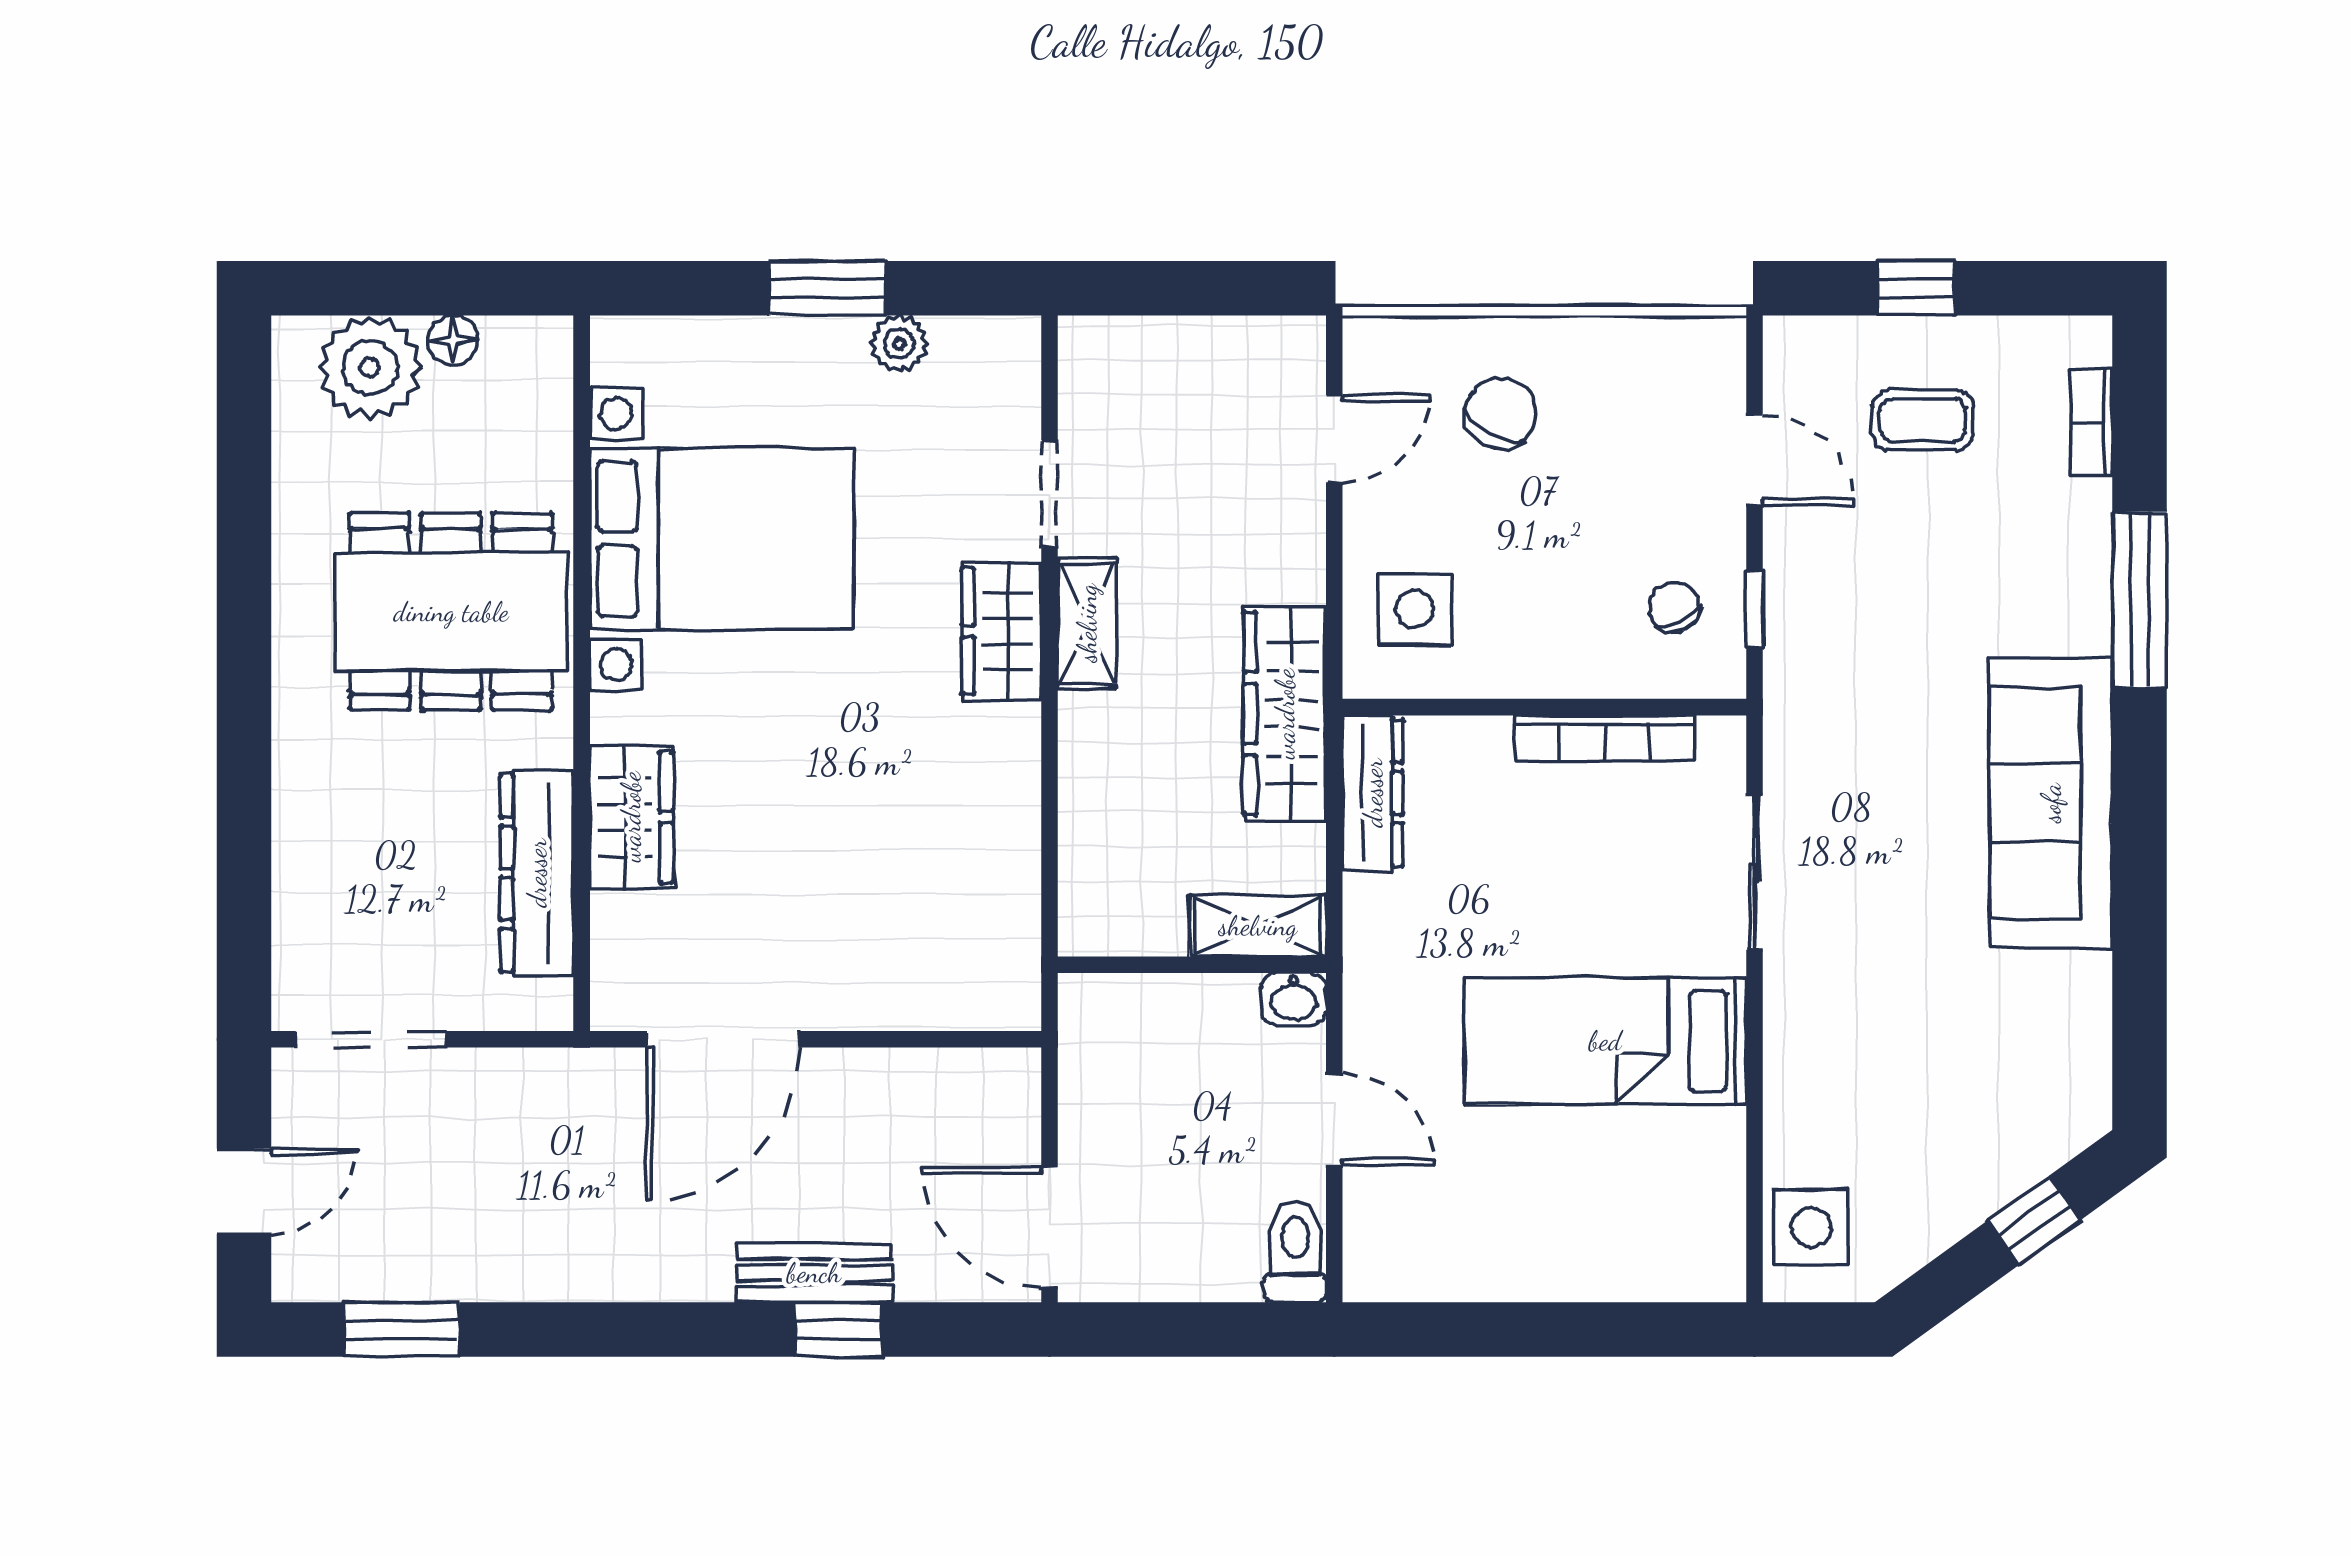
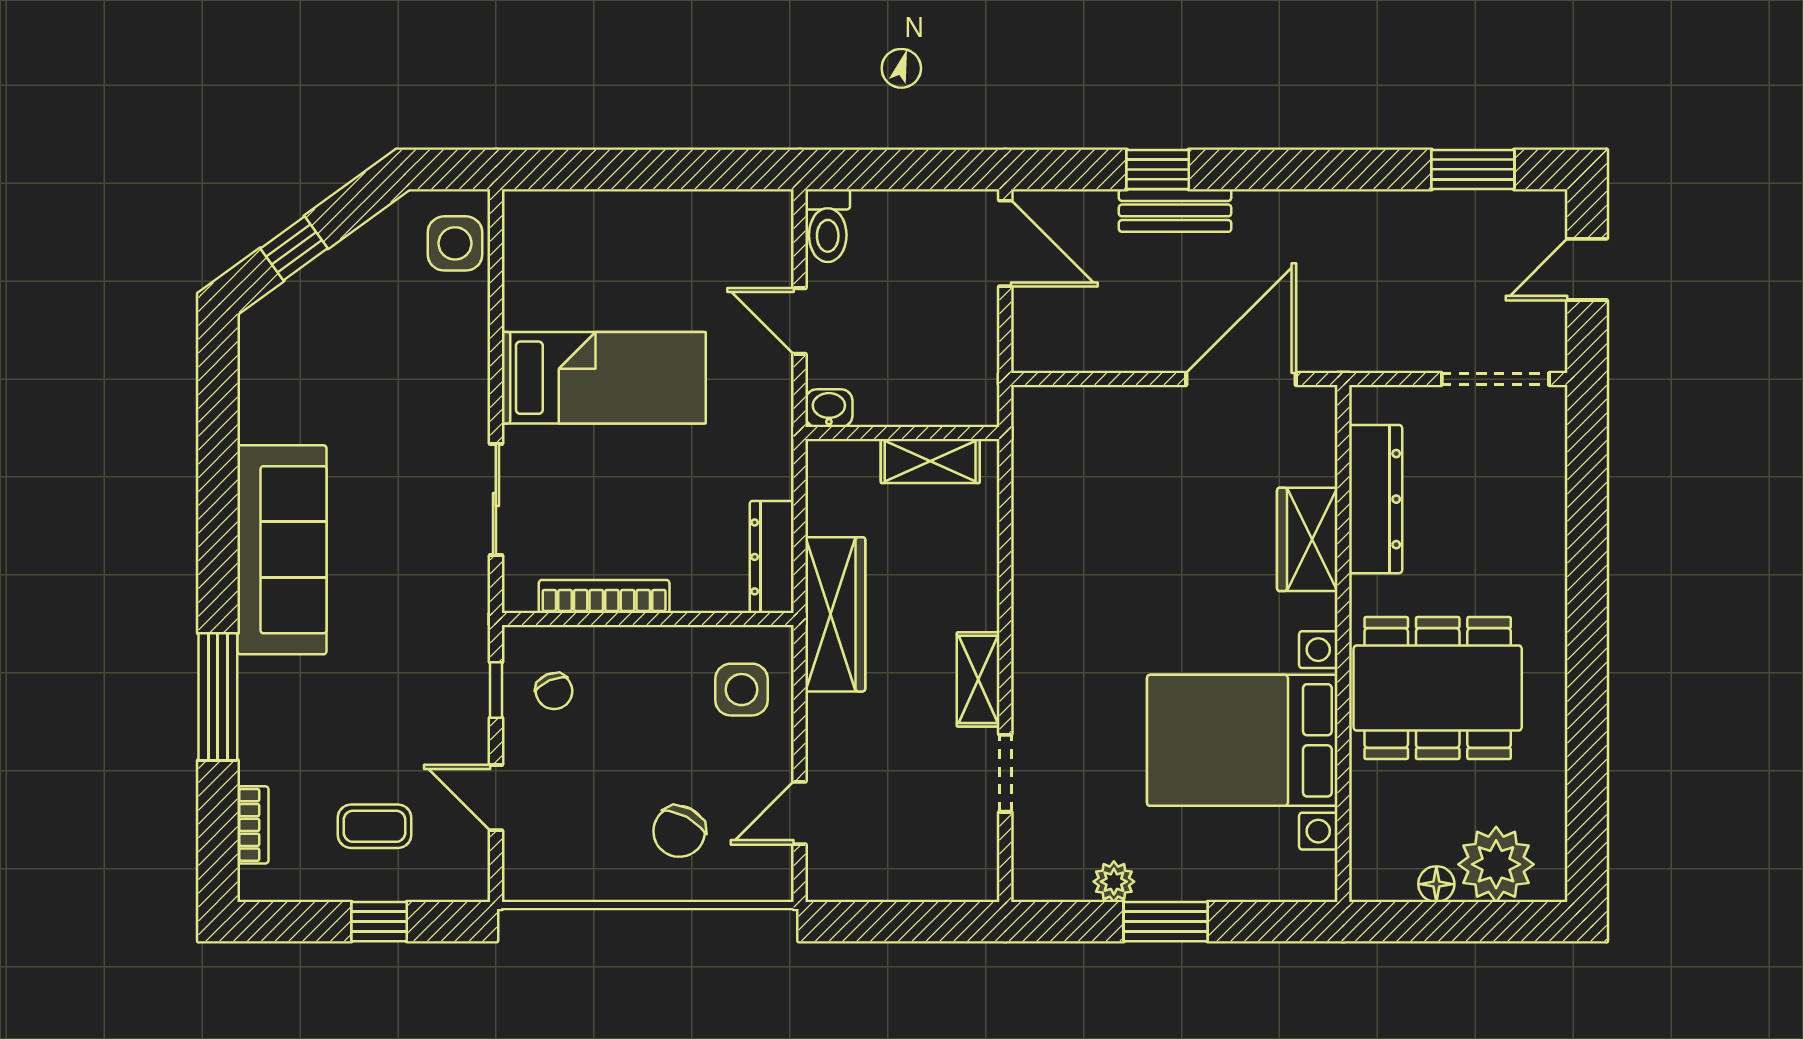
wardrobe: (1001, 631) -> (1040, 674), removed
shelving: (1258, 926) -> (930, 461), moved

